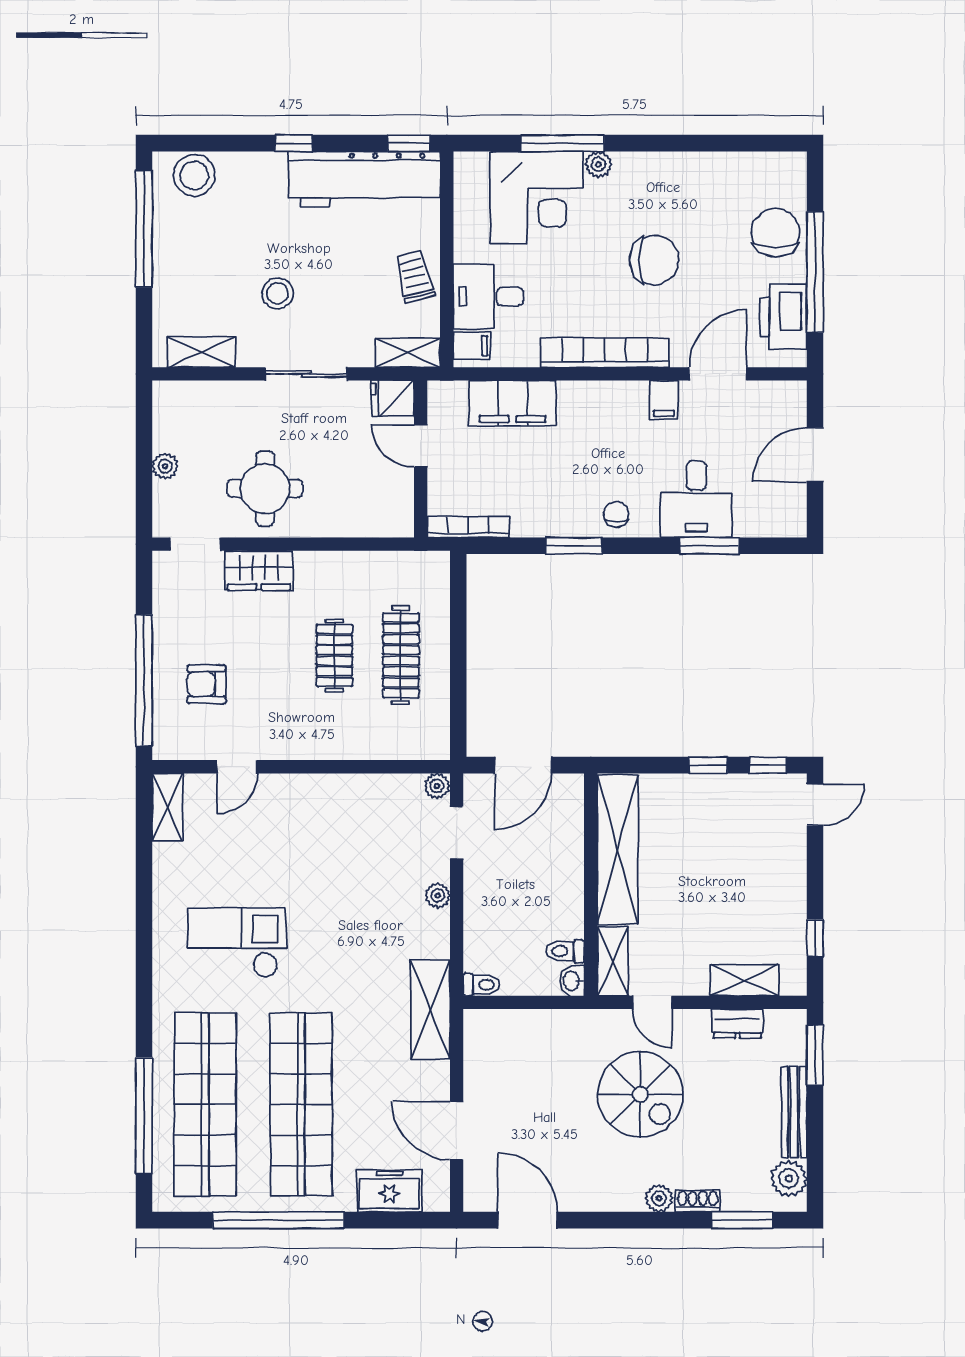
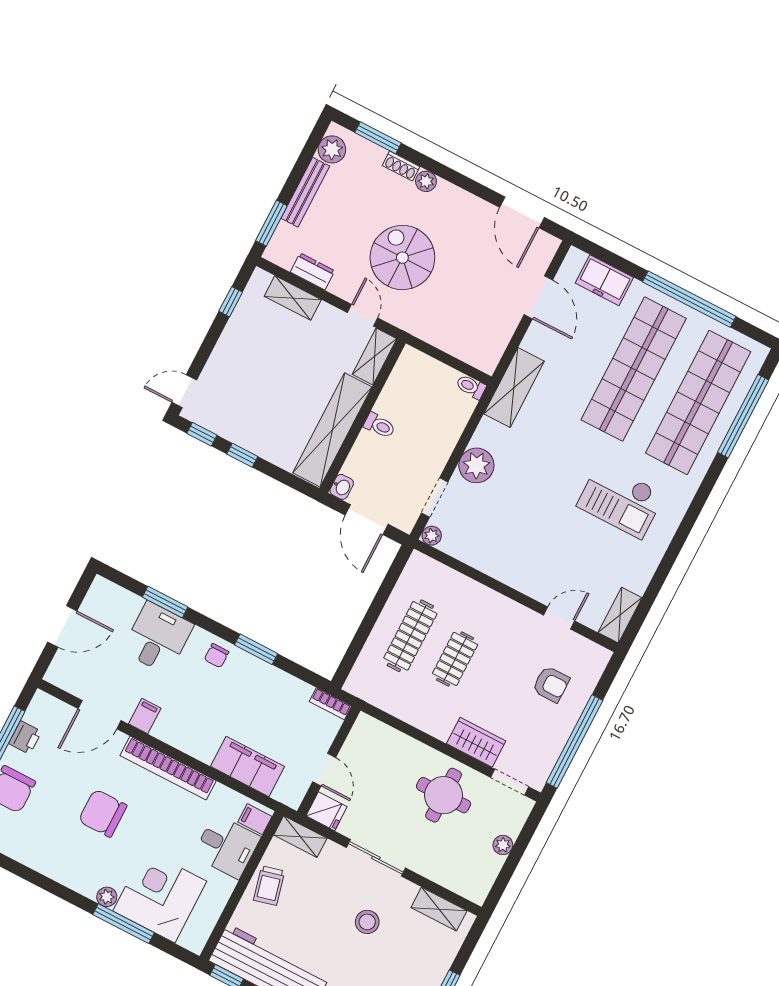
printer: (783, 317) -> (25, 738), width x0.53, depth x0.68
bookcase: (468, 527) -> (330, 704), width x0.64
window: (144, 680) -> (574, 742), moved
door: (523, 765) -> (367, 520), swing flipped
plant: (438, 896) -> (476, 465), width x1.87, depth x1.87
toilet: (565, 951) -> (379, 426), moved
washbasin: (572, 981) -> (342, 487), moved

